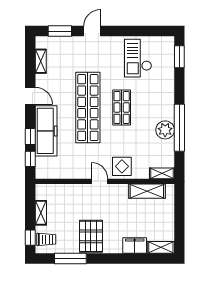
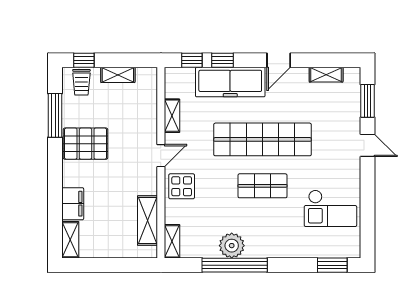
checkout: (138, 58) -> (330, 208), turned 180
shelving: (71, 173) -> (172, 116), added

